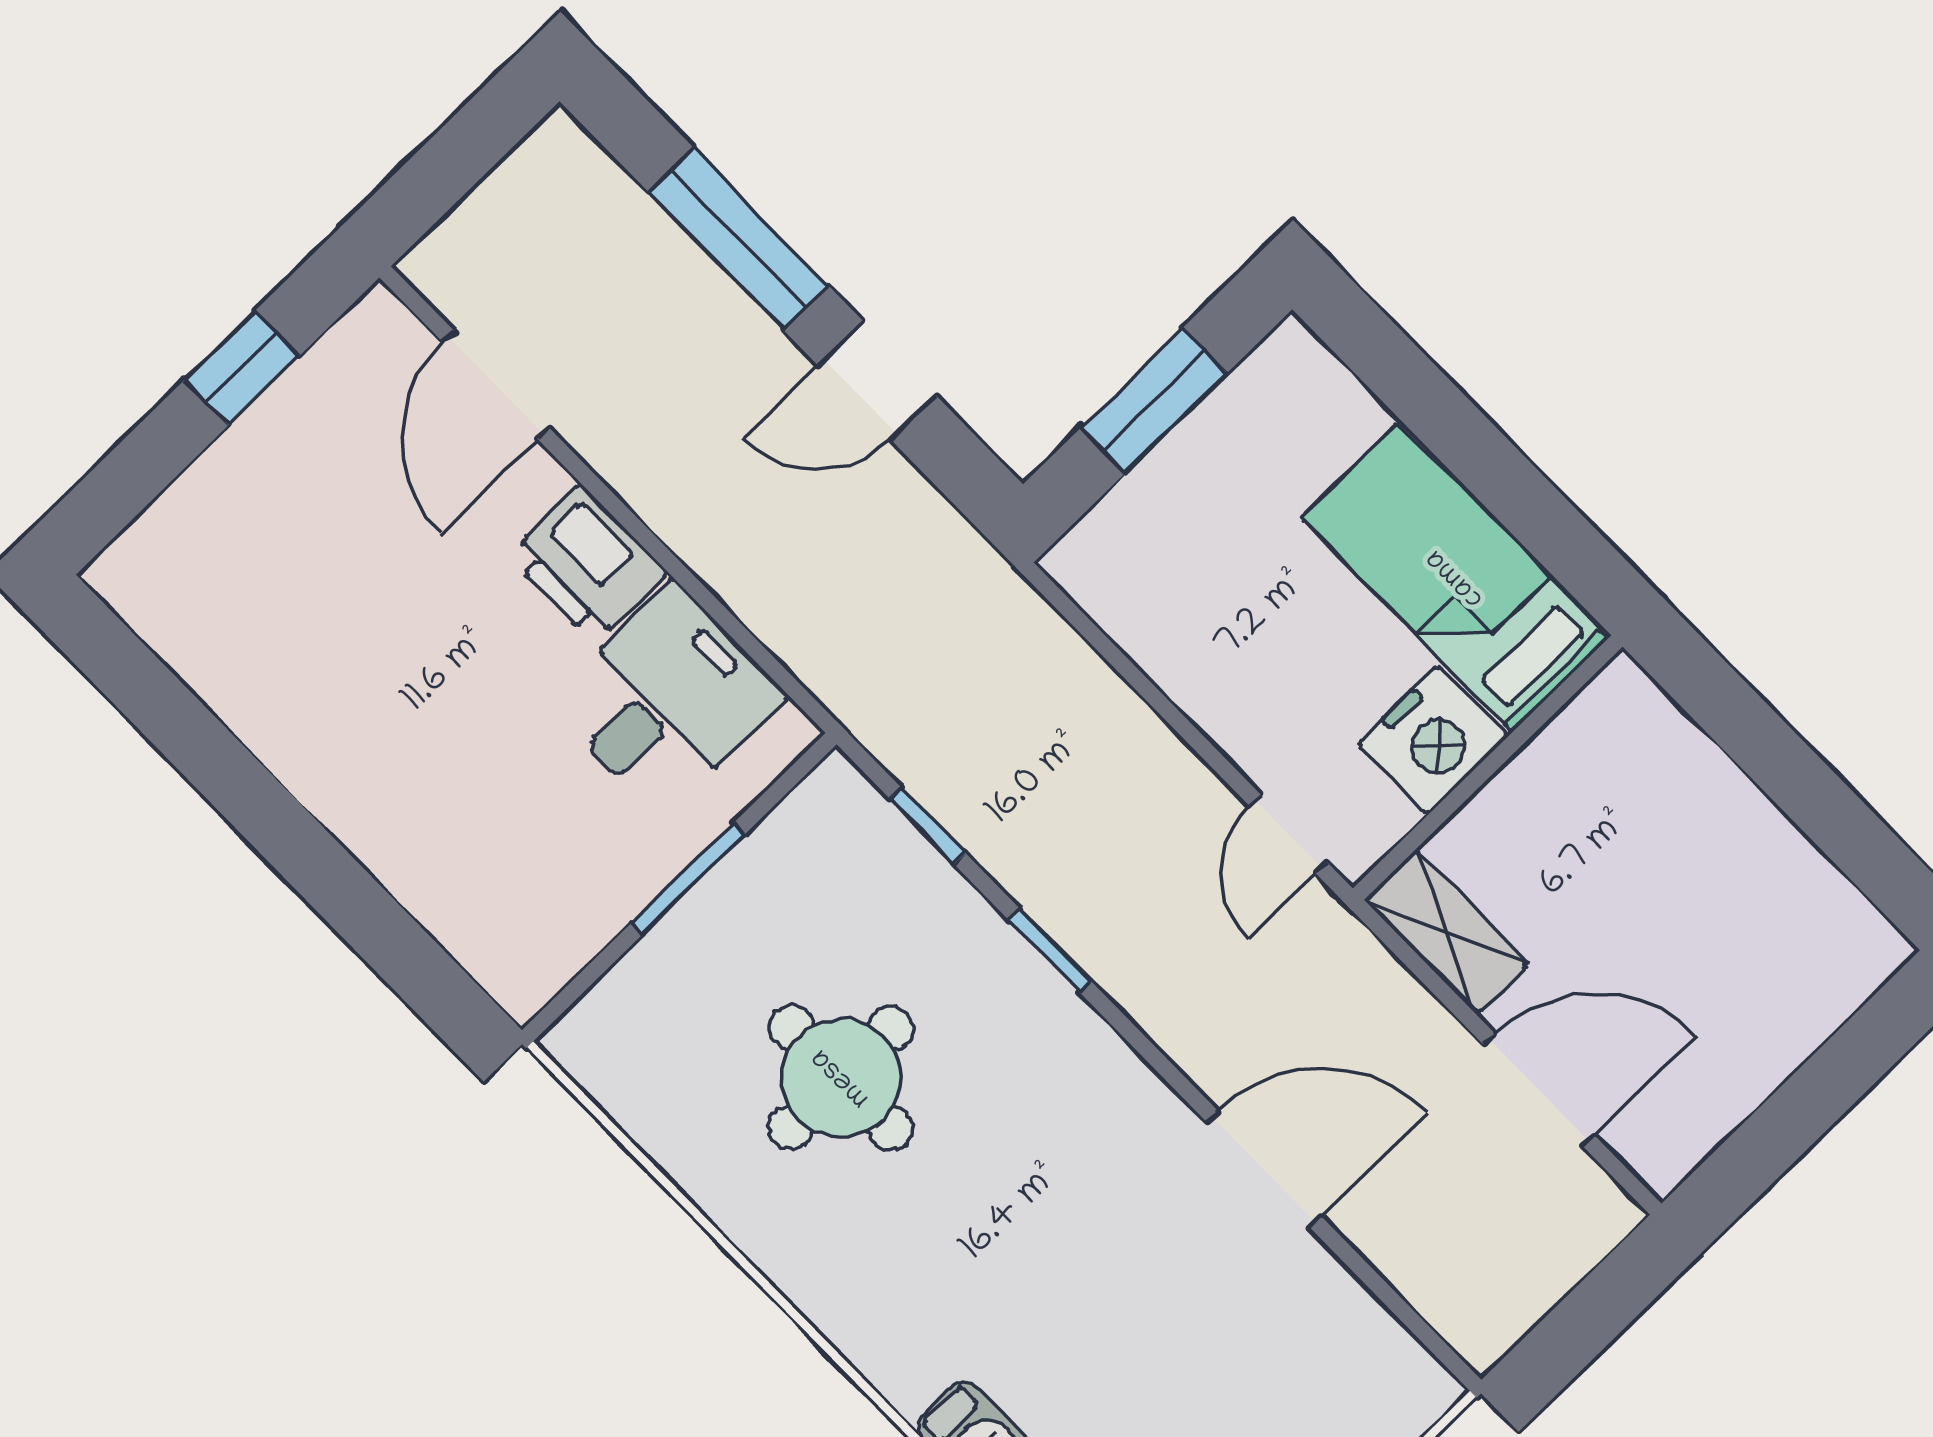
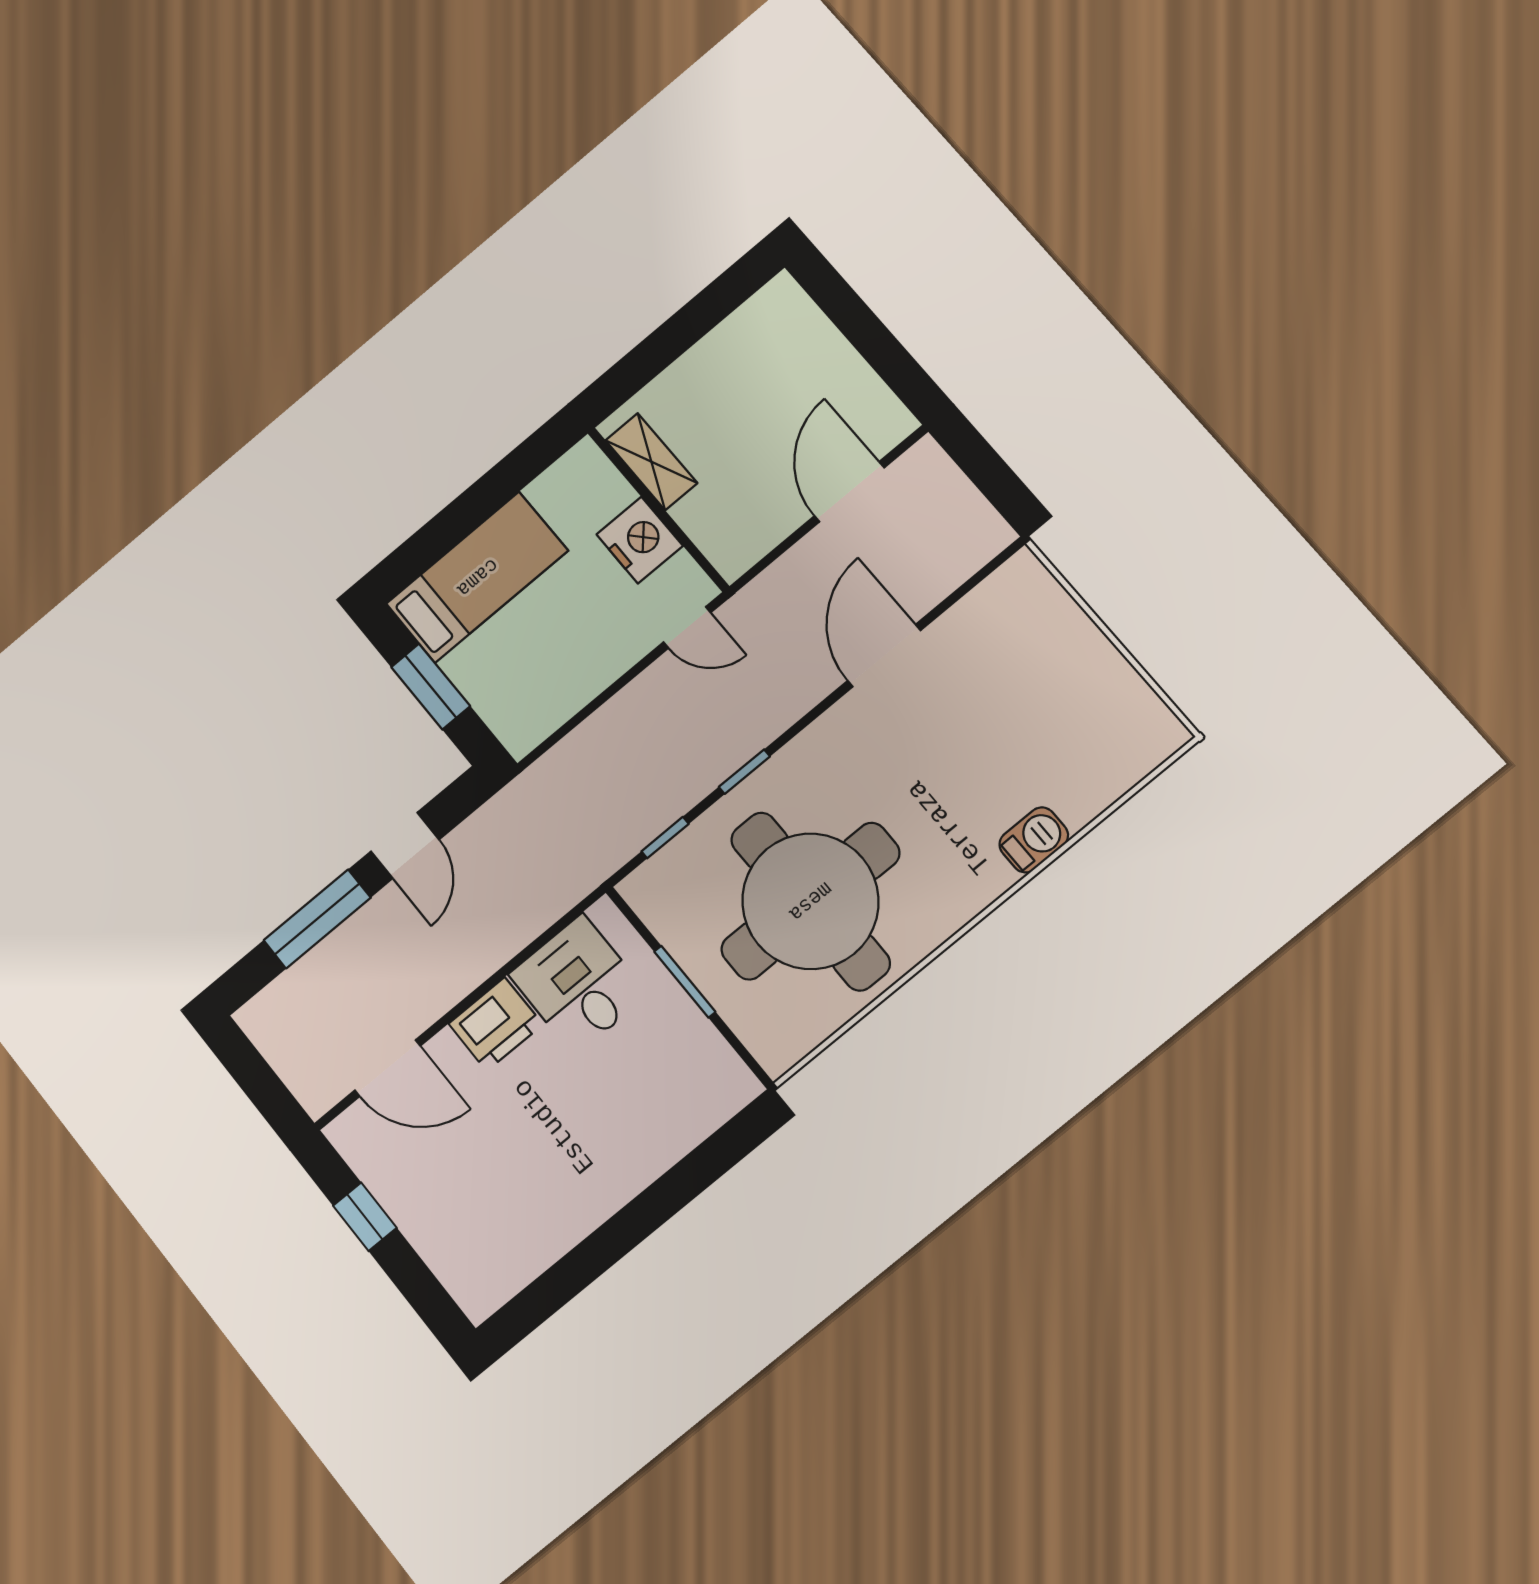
bed: (1455, 578) -> (477, 577), moved, turned 180
shelving: (1446, 932) -> (651, 462), moved, turned 90
round table: (841, 1078) -> (810, 901), width x1.86, depth x1.86

